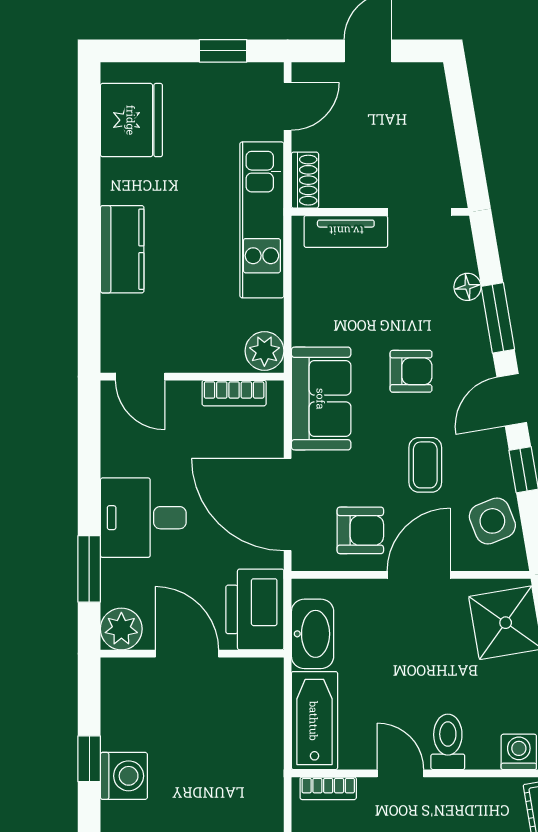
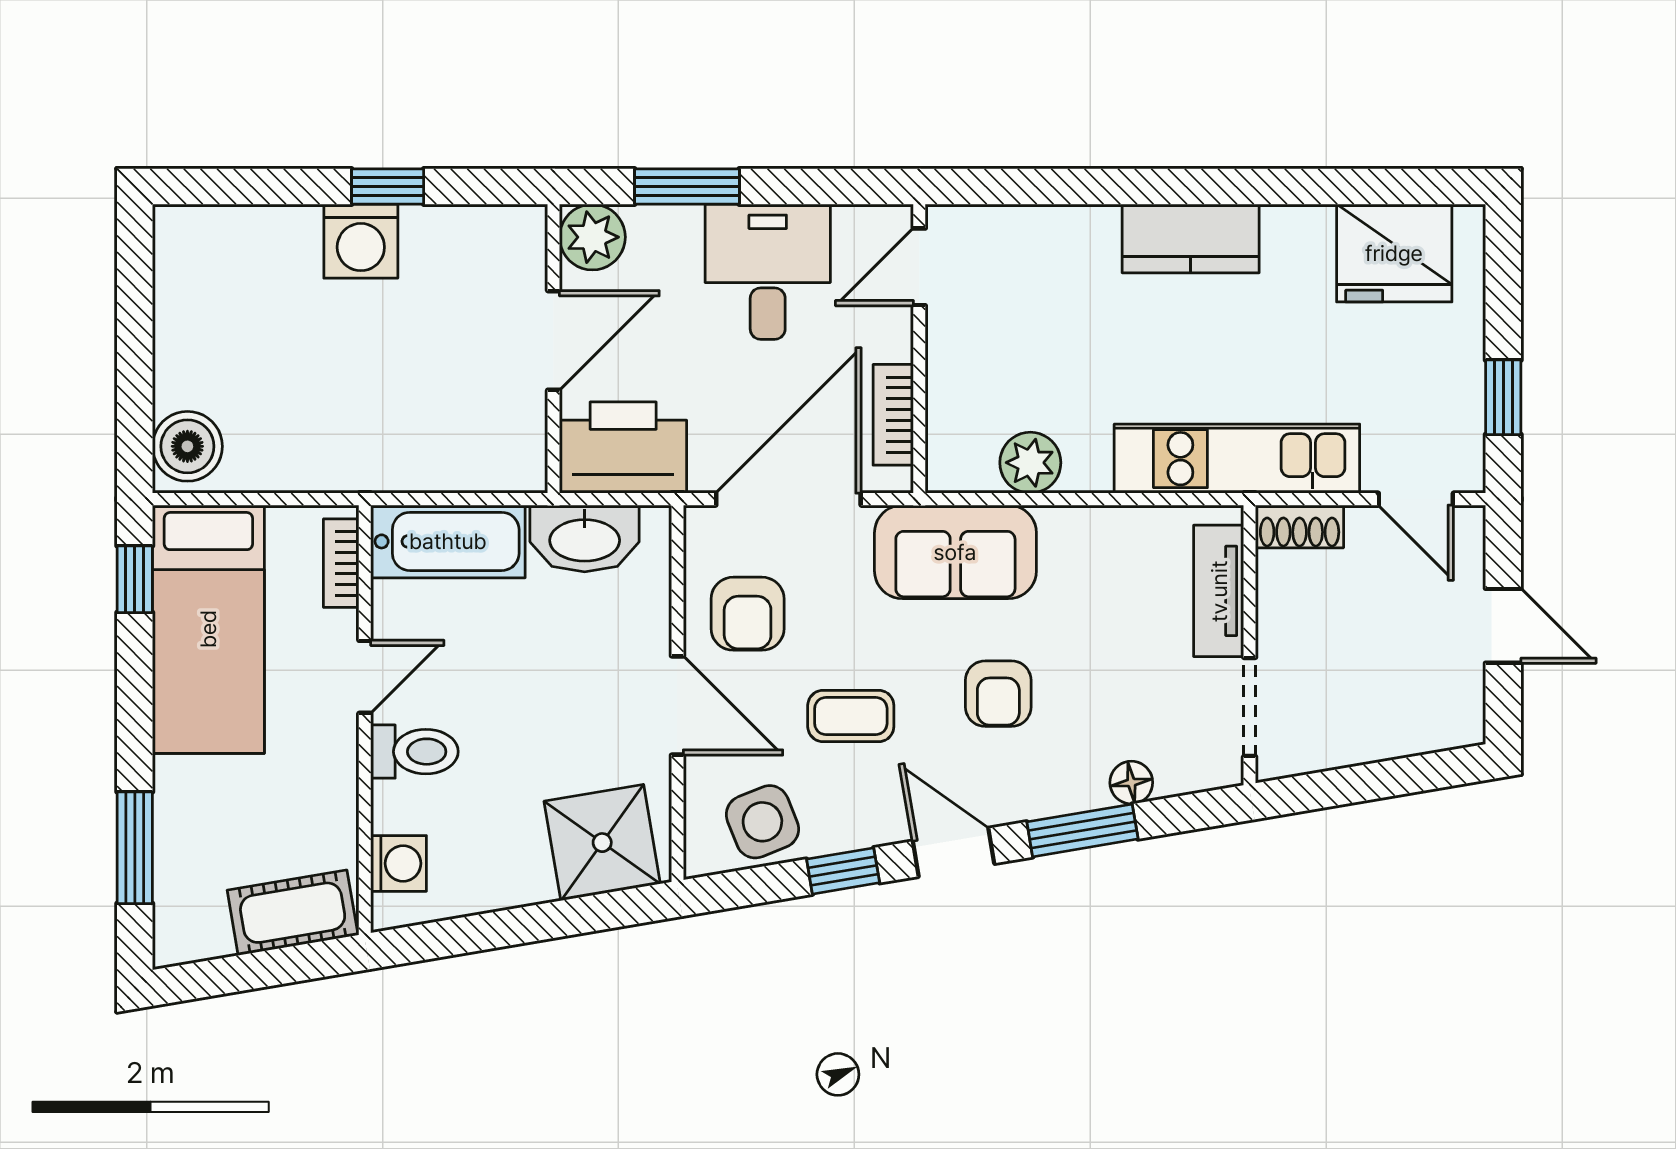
door: (140, 377) -> (919, 267), moved
wall: (192, 377) -> (919, 349), moved
bookcase: (234, 393) -> (893, 415), moved

